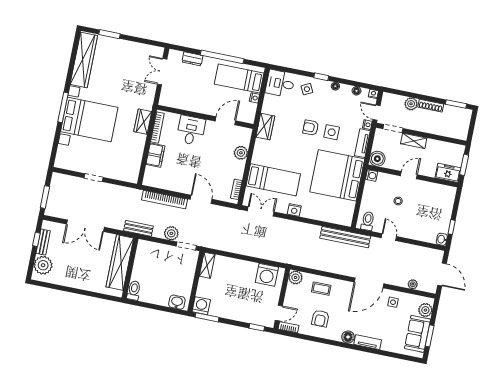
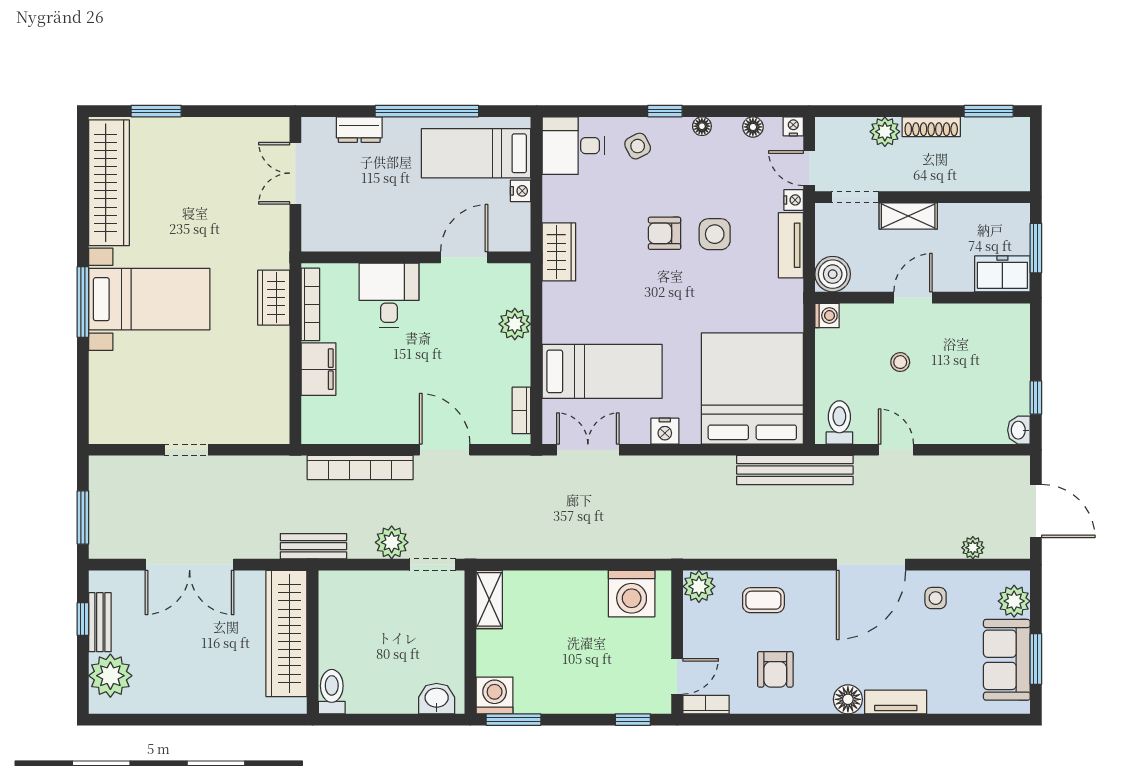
bed with nightstands: (89, 120) -> (149, 299), width x0.73
bed: (337, 175) -> (752, 388), moved, turned 90

